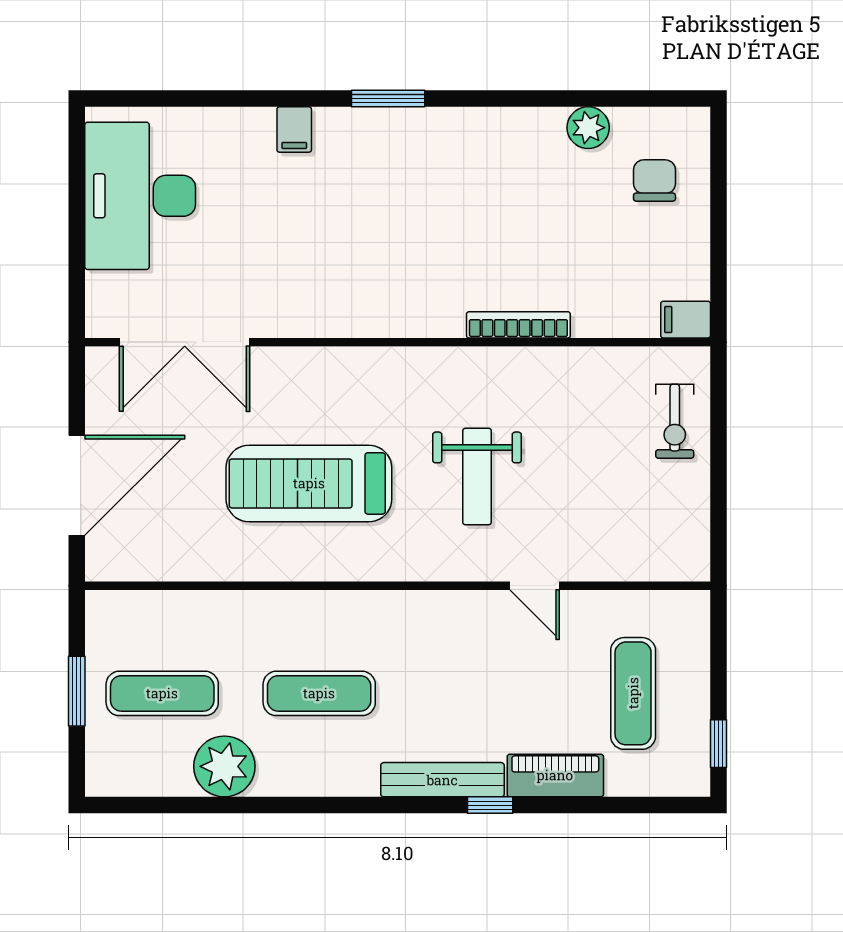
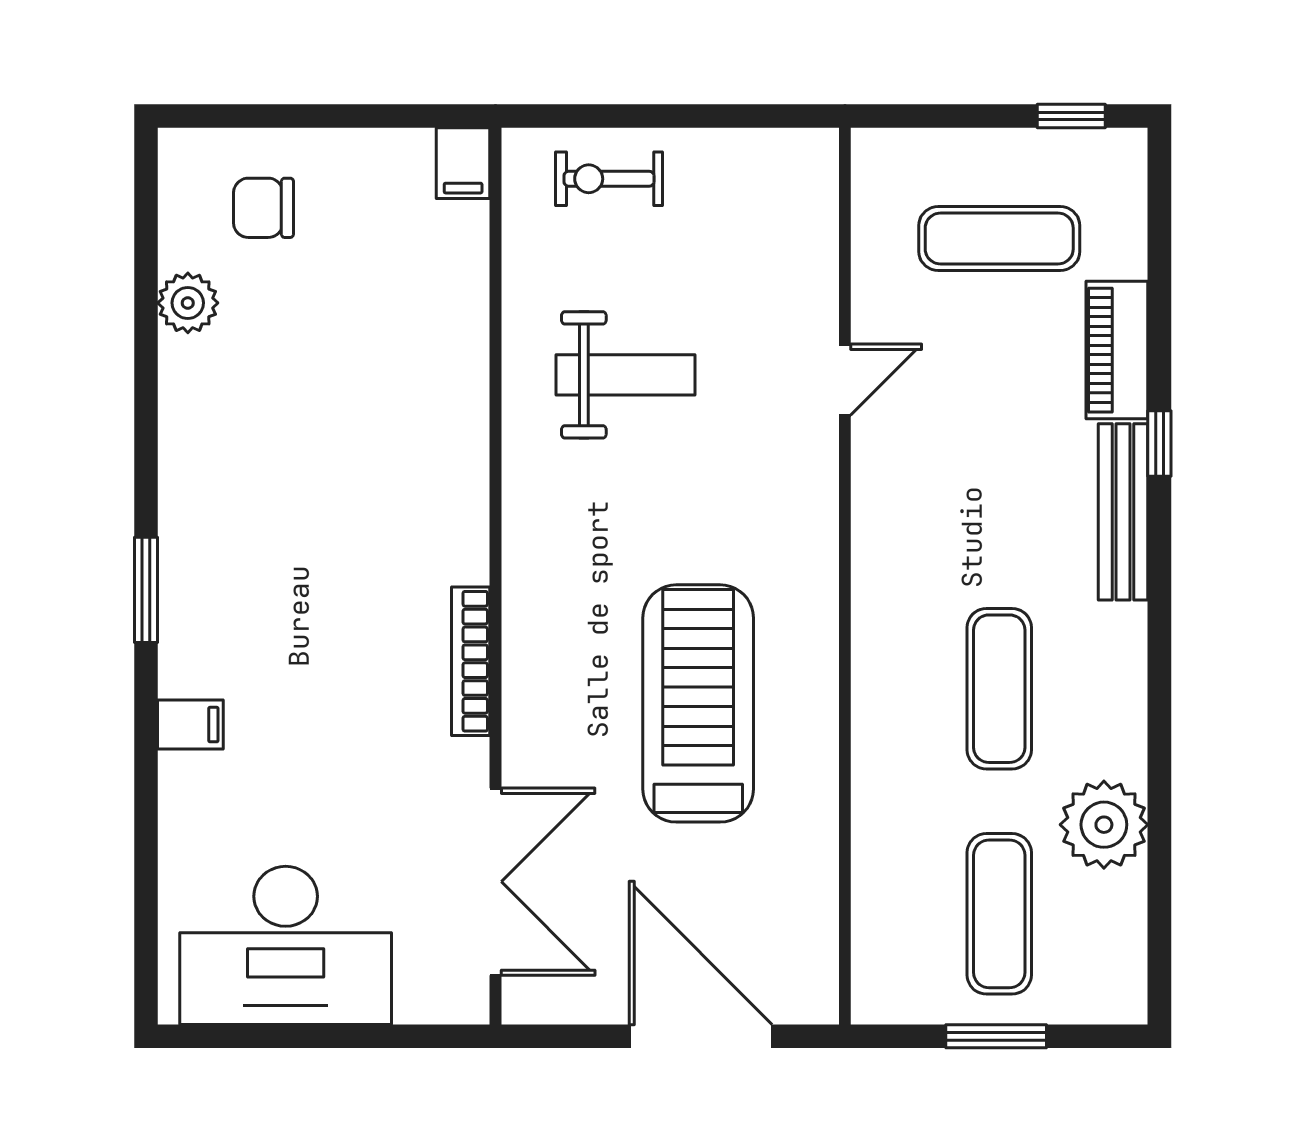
bookcase: (518, 325) -> (471, 661), moved
exercise bike: (675, 421) -> (609, 179), turned 180
weight bench: (477, 476) -> (625, 375), moved
treadmill: (309, 483) -> (698, 703), turned 180

